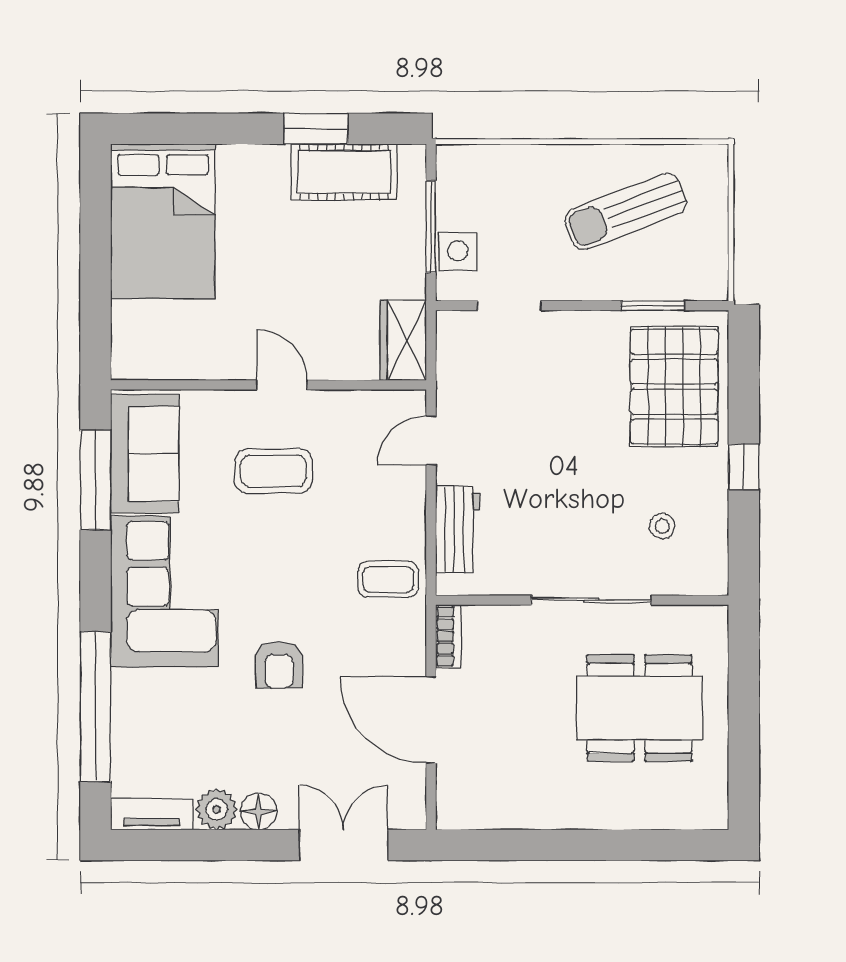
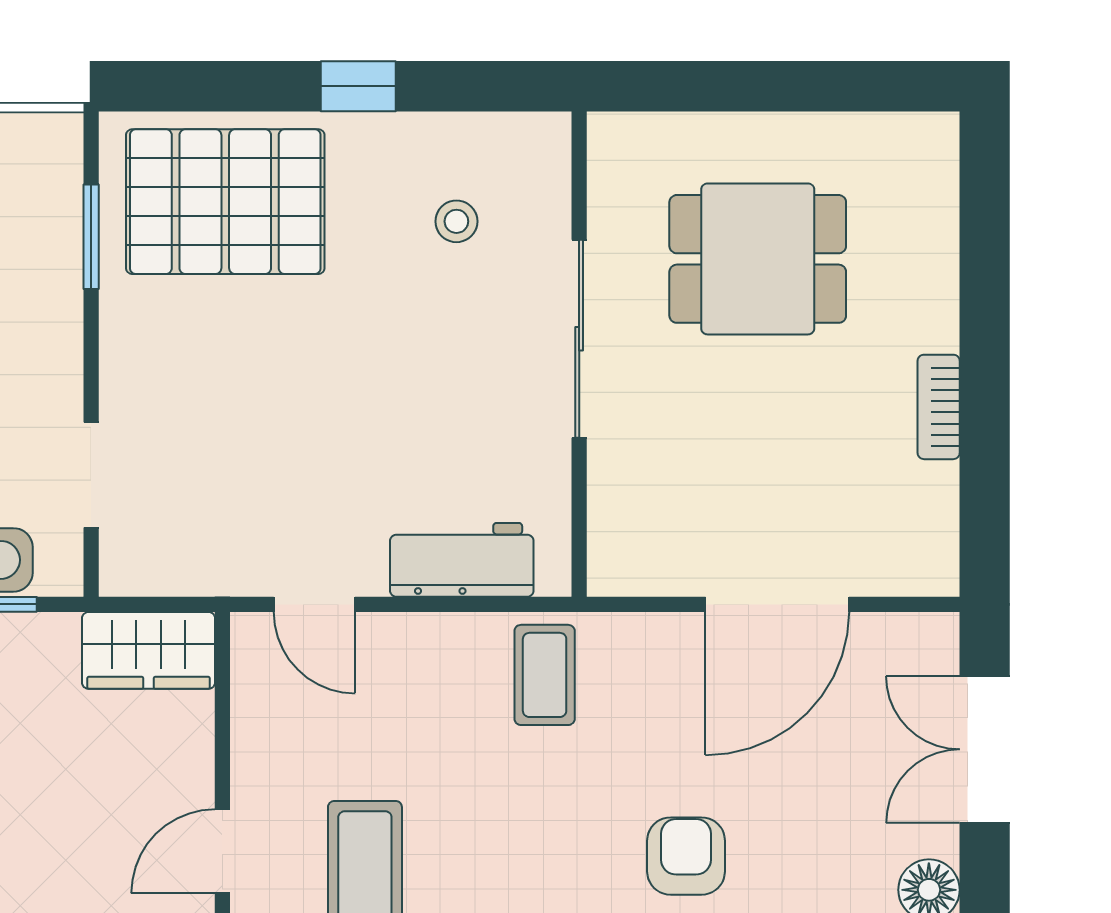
bookcase: (448, 636) -> (939, 407), moved, turned -90
armchair: (279, 665) -> (686, 856), turned -90
dining table: (639, 708) -> (758, 259), width x0.73

